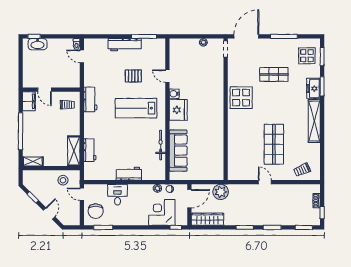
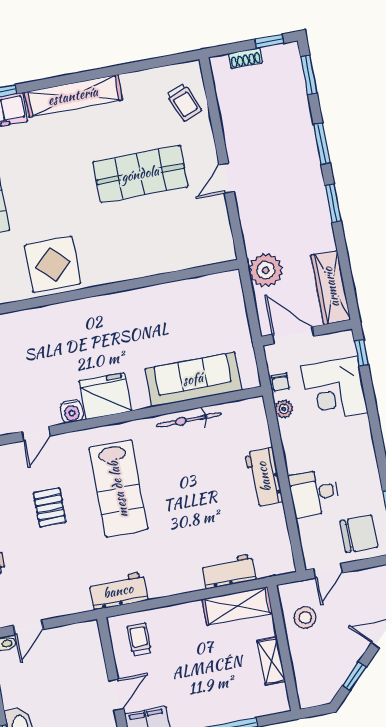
shelving: (33, 162) -> (271, 661), moved

